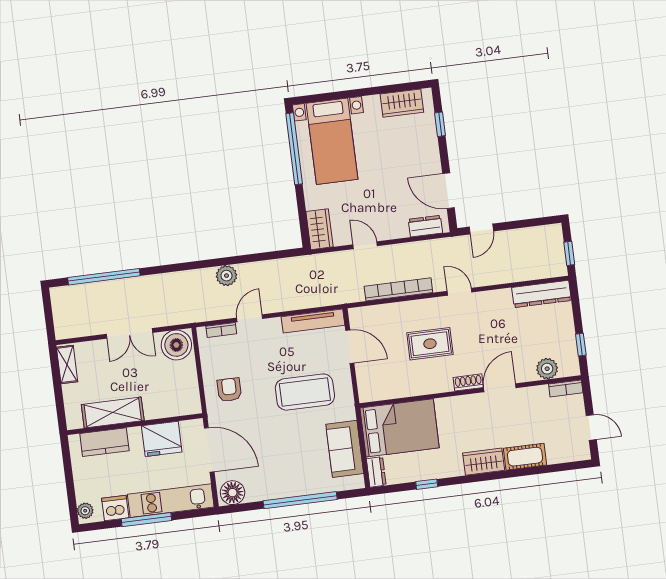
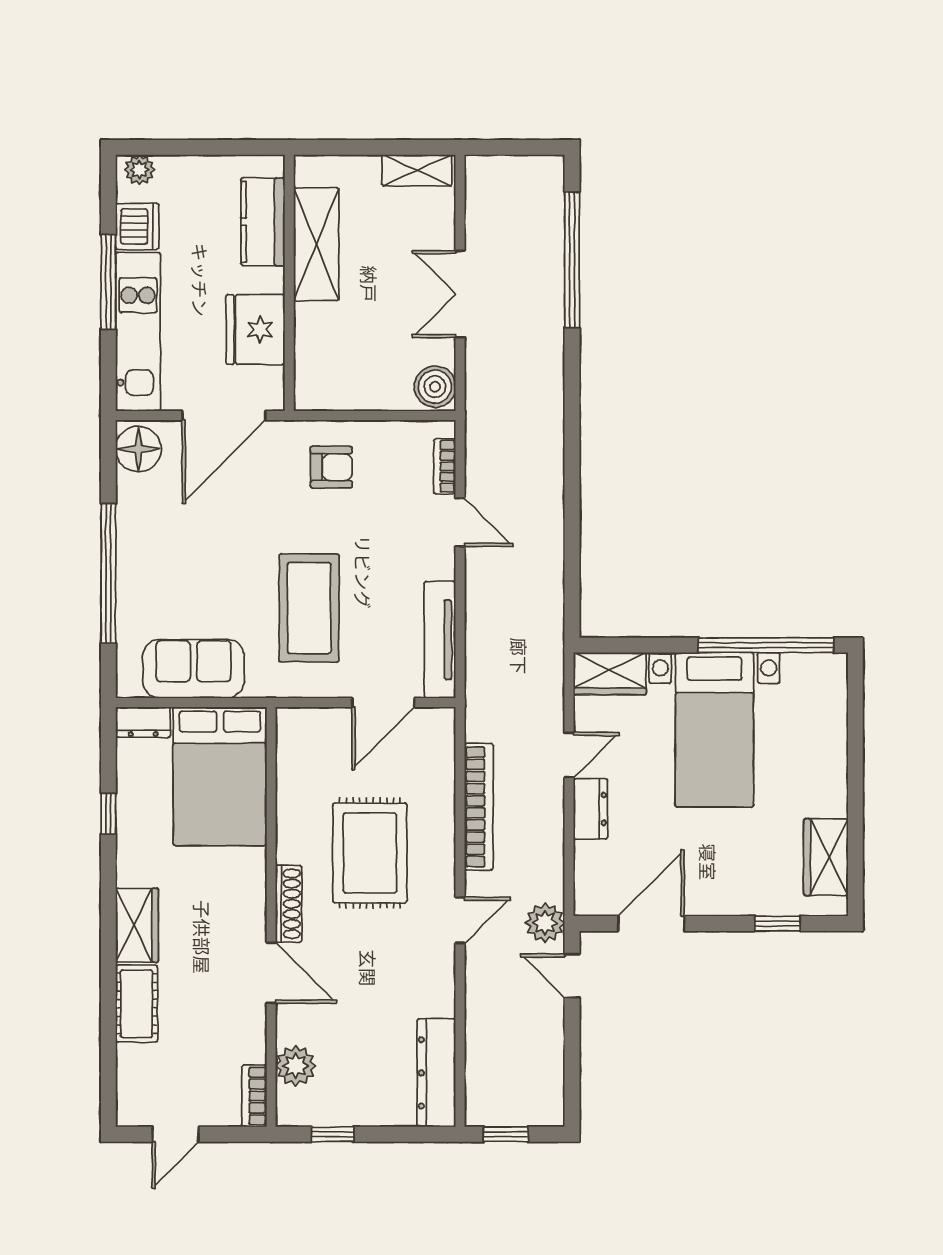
bed with nightstands: (332, 141) -> (714, 730), moved, turned -90
dresser: (425, 226) -> (590, 809), moved
plant: (227, 276) -> (545, 923), moved
rug: (430, 344) -> (370, 853), width x1.36, depth x1.43
boiler: (176, 345) -> (435, 387), width x0.73, depth x0.73
shoe rack: (468, 382) -> (289, 904), width x1.43

